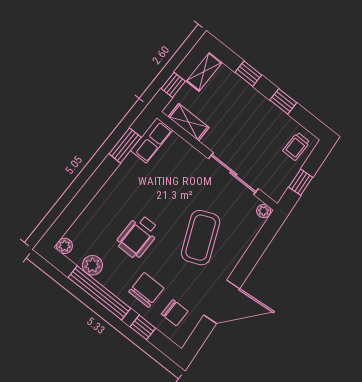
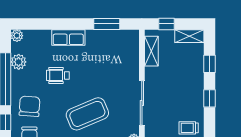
row of seats: (152, 140) -> (68, 37), moved
wheelchair: (138, 237) -> (58, 75), width x0.73, depth x0.73
chair: (146, 290) -> (30, 106), turned -86

